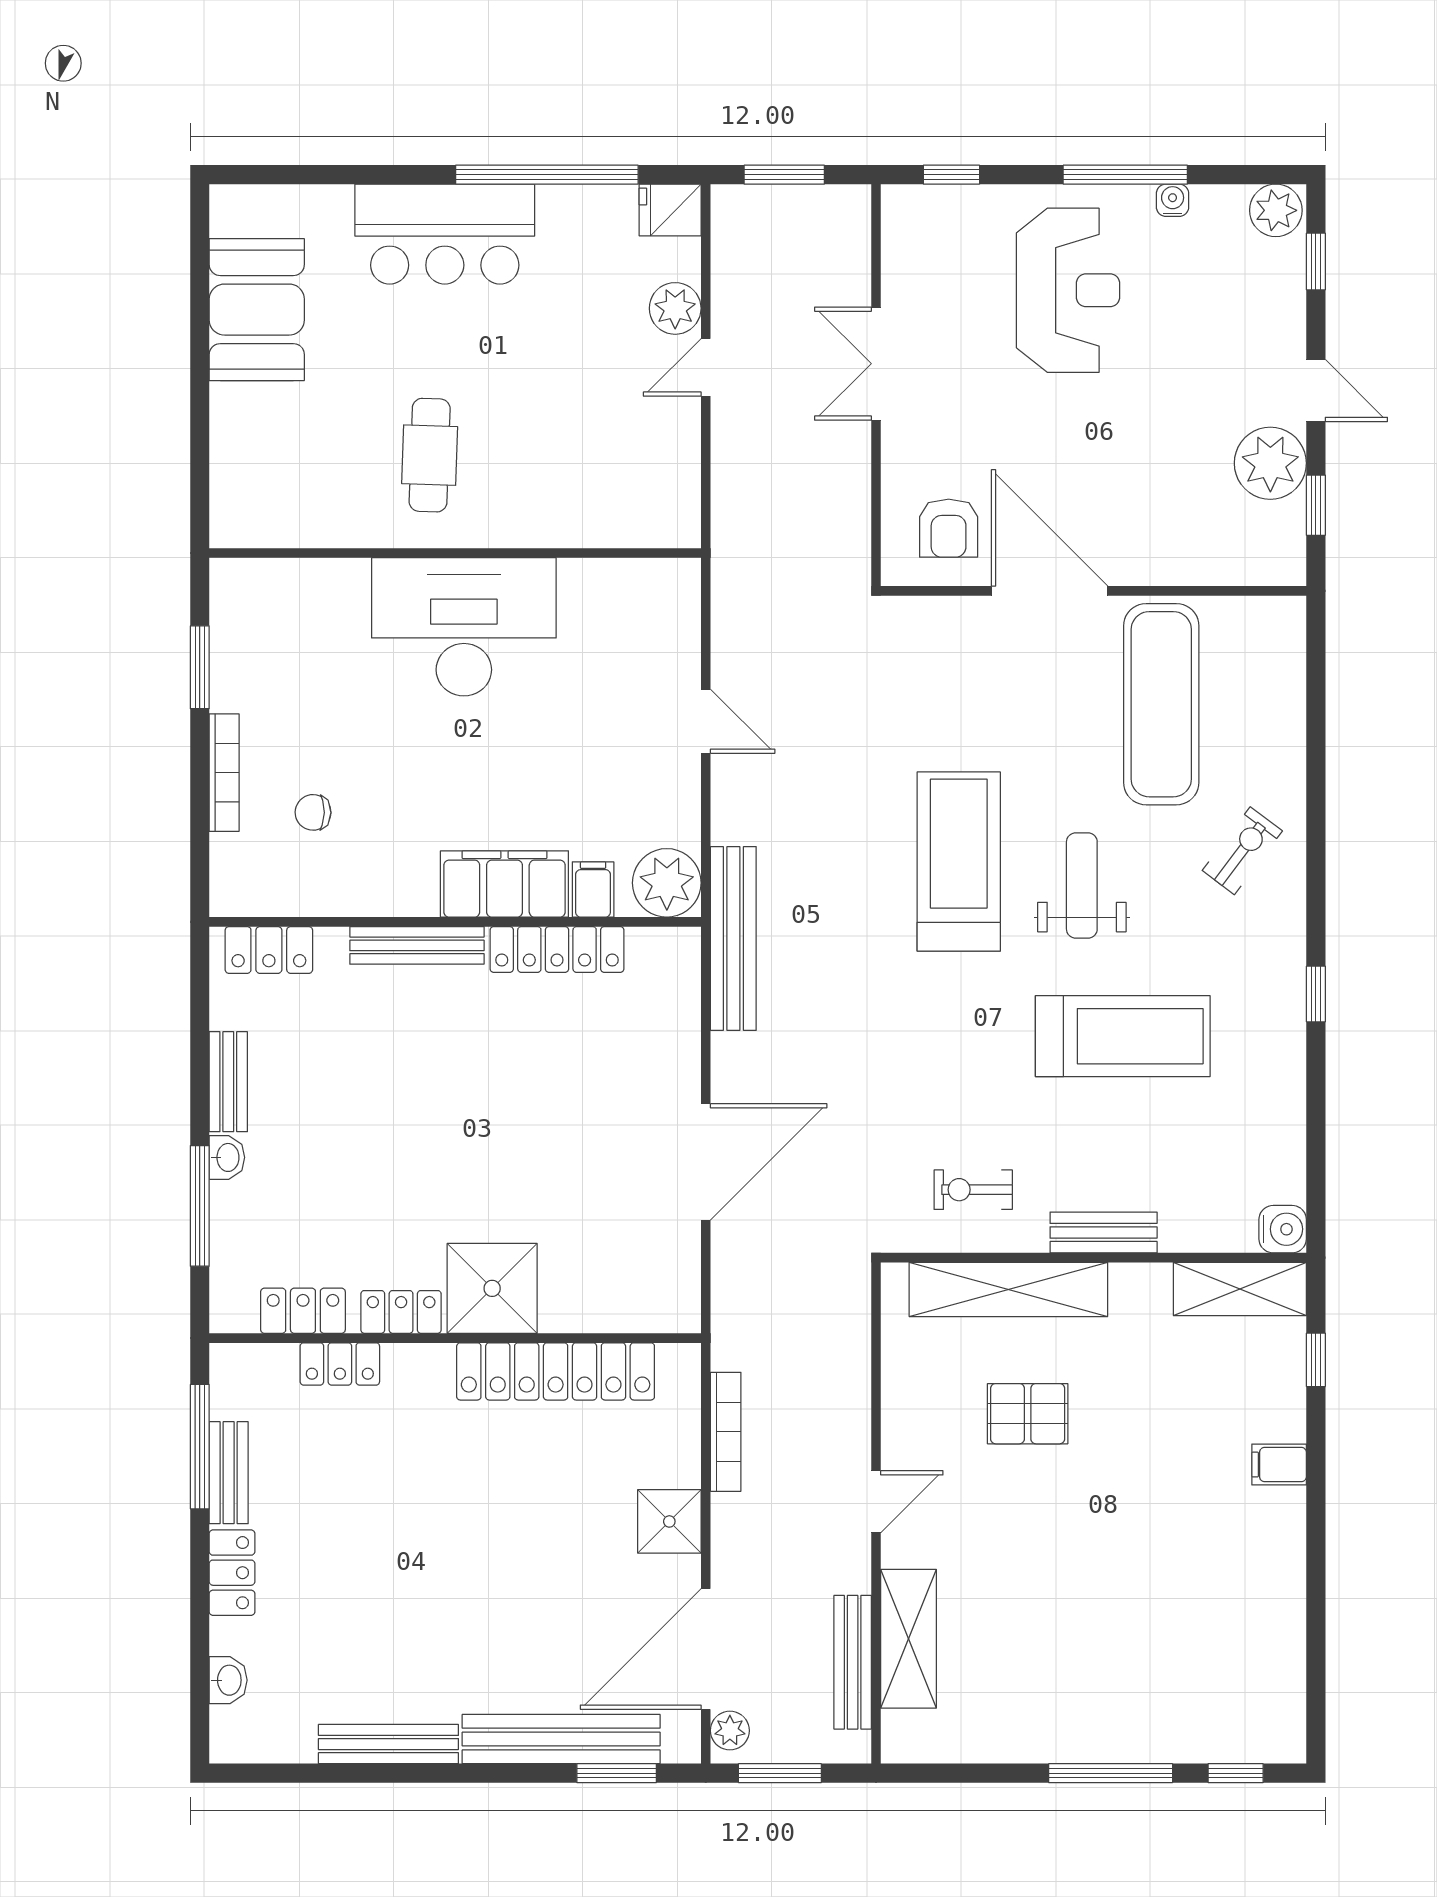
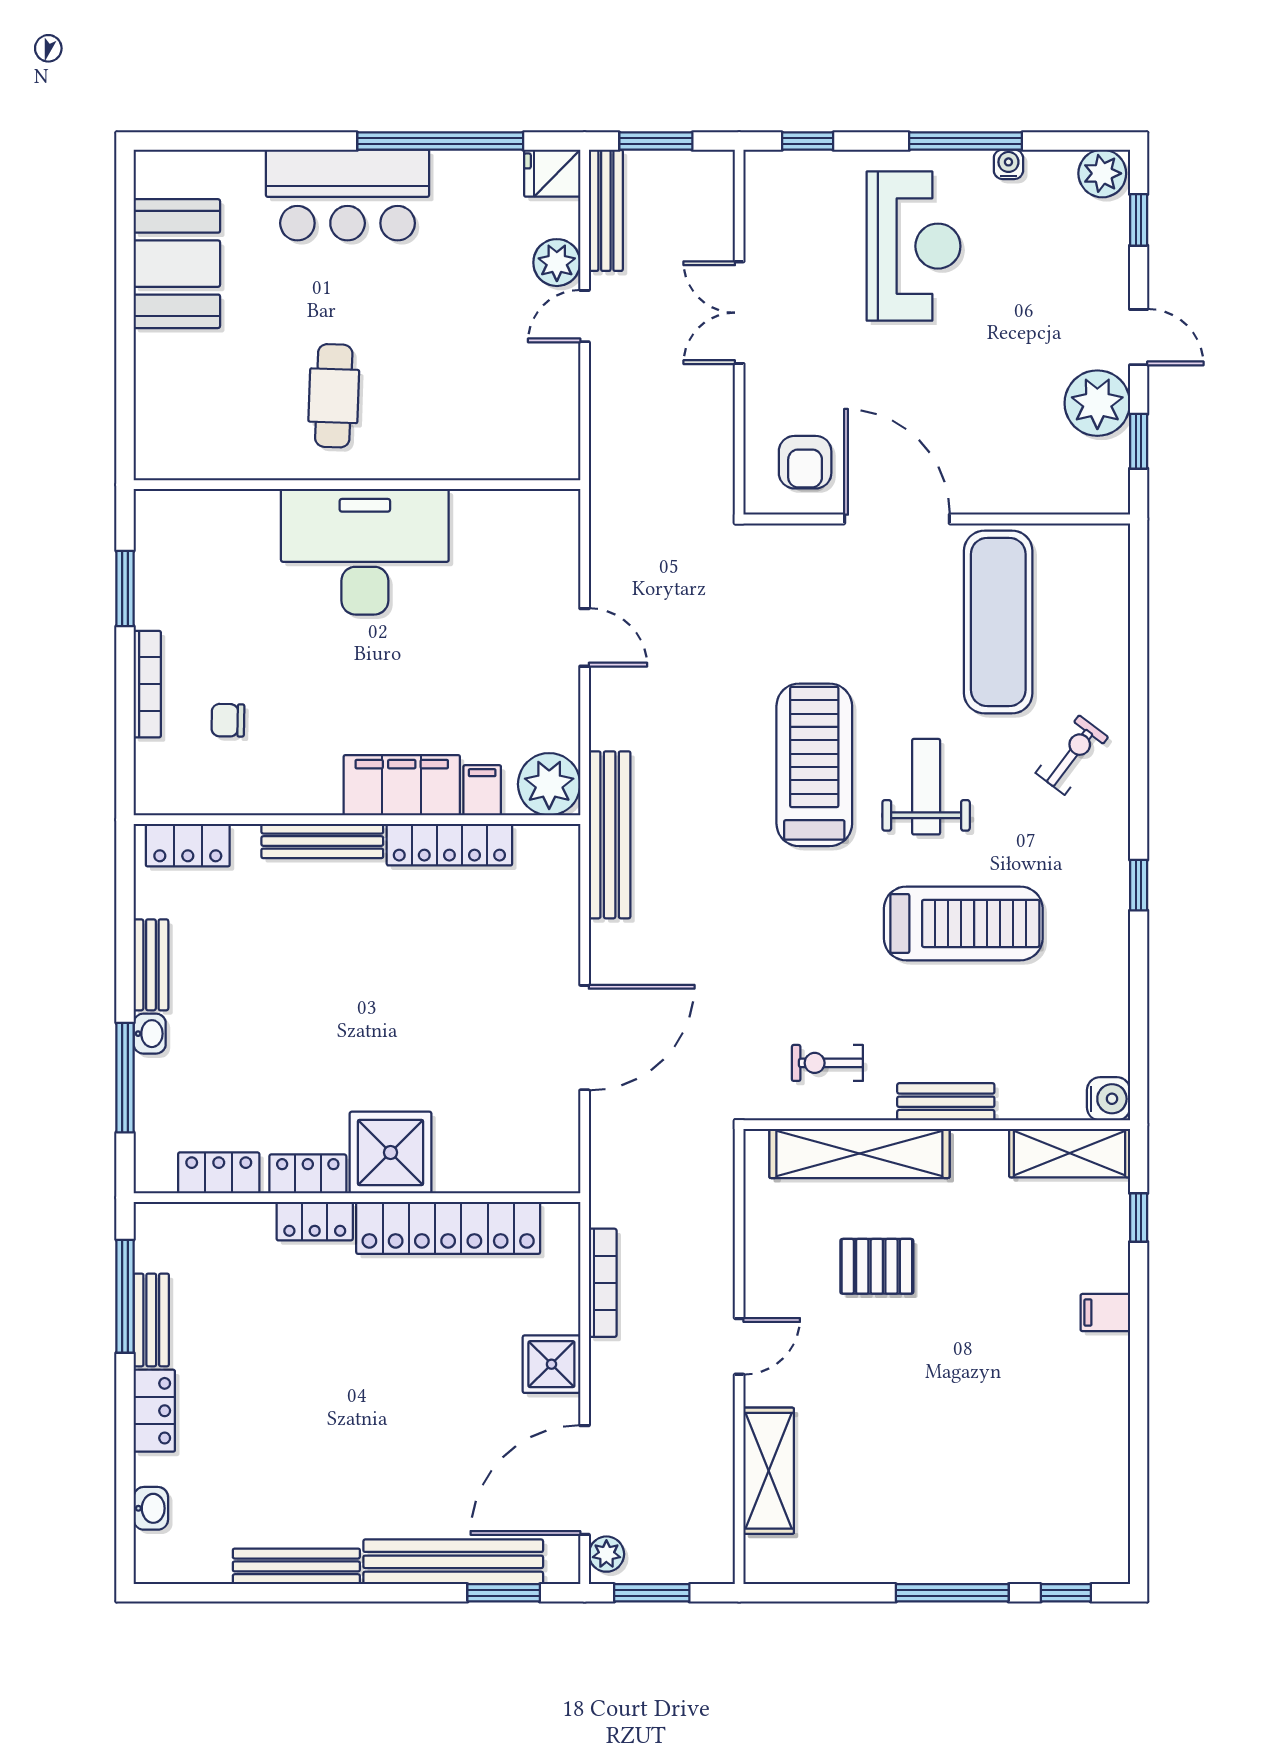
locker: (340, 1364) -> (315, 1221), moved
bench: (853, 1662) -> (606, 210), moved

